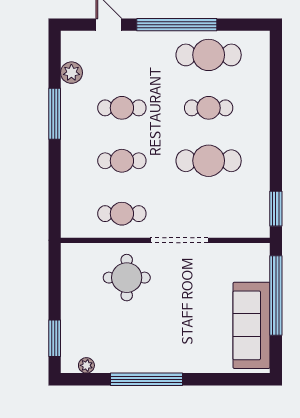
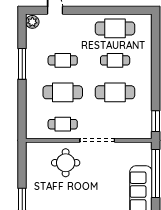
window: (177, 25) -> (96, 10), removed
plant: (71, 73) -> (32, 22), moved
cafe table: (122, 161) -> (63, 92), width x1.37, depth x1.35

